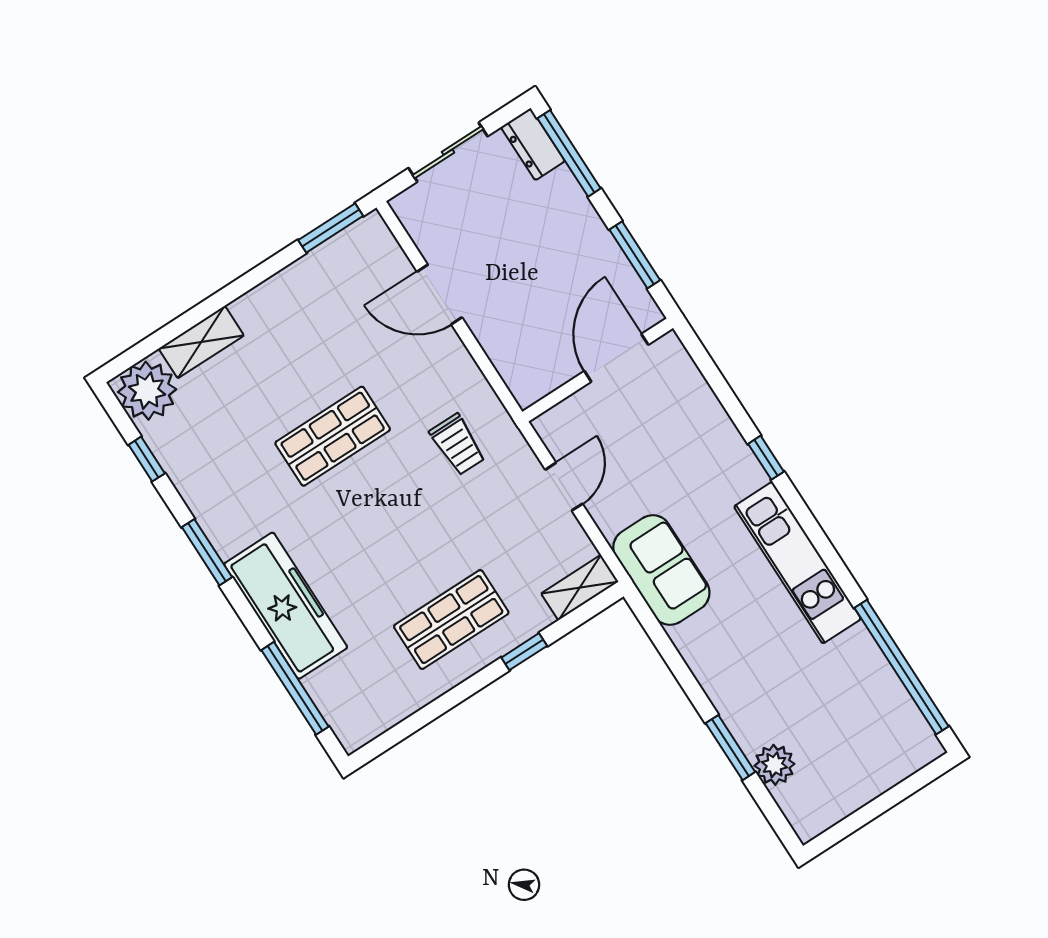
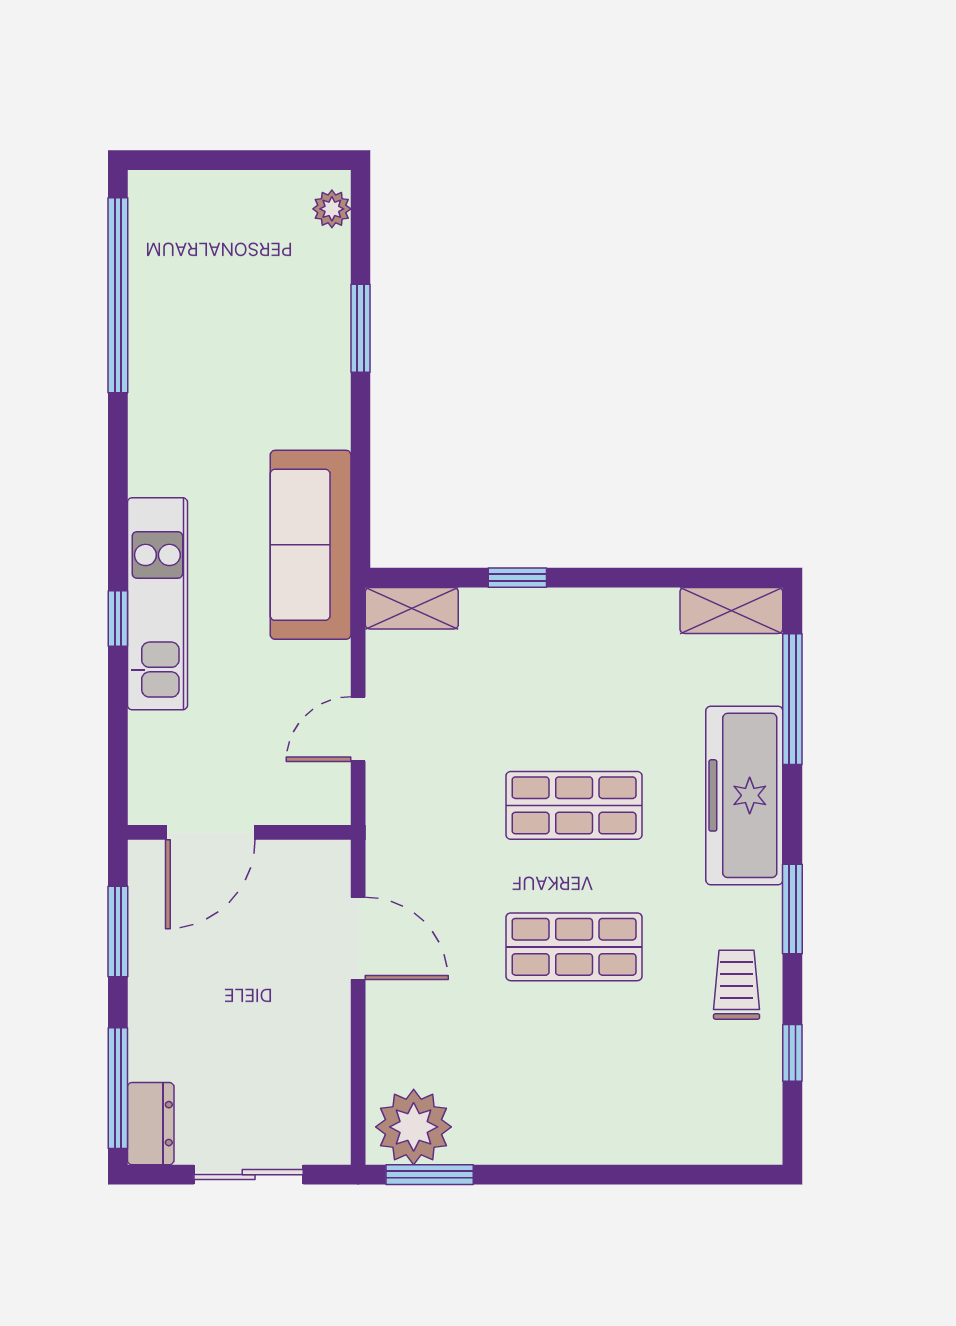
door: (440, 294) -> (358, 938), moved
shelving: (201, 342) -> (731, 610), moved
plant: (147, 391) -> (414, 1127), moved
trolley: (458, 444) -> (737, 985), moved
kitchen unit: (797, 563) -> (157, 604), moved
sofa: (661, 570) -> (311, 545), width x1.36
shop shelf: (451, 620) -> (574, 805), moved
plant: (774, 765) -> (332, 209), moved, width x0.73, depth x0.73

